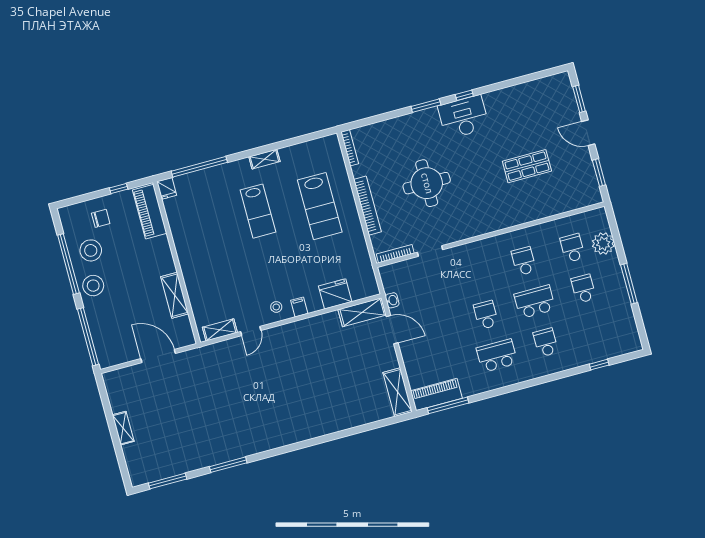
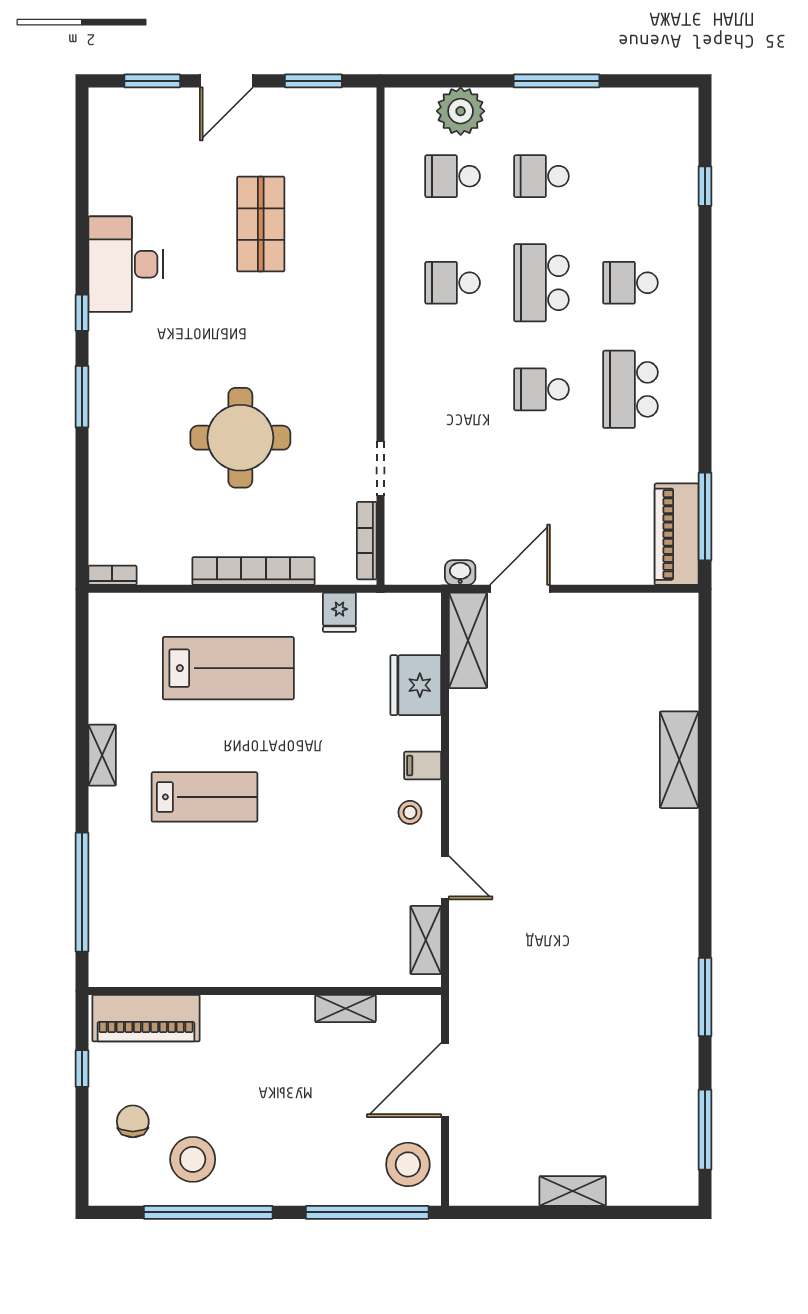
desk: (464, 117) -> (126, 264), moved
bookcase: (350, 148) -> (112, 575), width x0.64
fridge: (167, 188) -> (339, 612), moved, turned 90
stool: (93, 286) -> (408, 1164), moved
shelving: (175, 295) -> (345, 1008), width x0.67, depth x0.75
shelving: (398, 392) -> (679, 760), moved, turned 90

